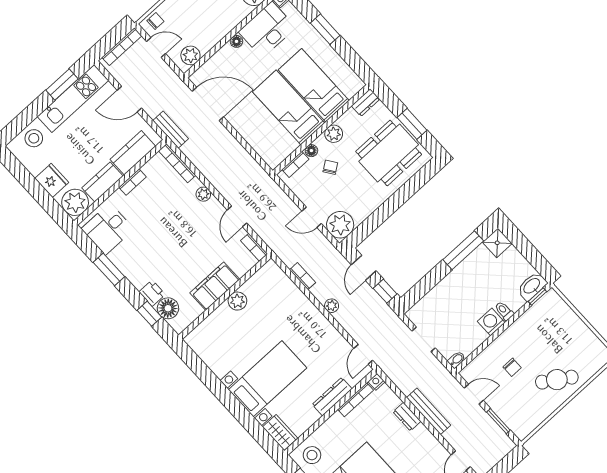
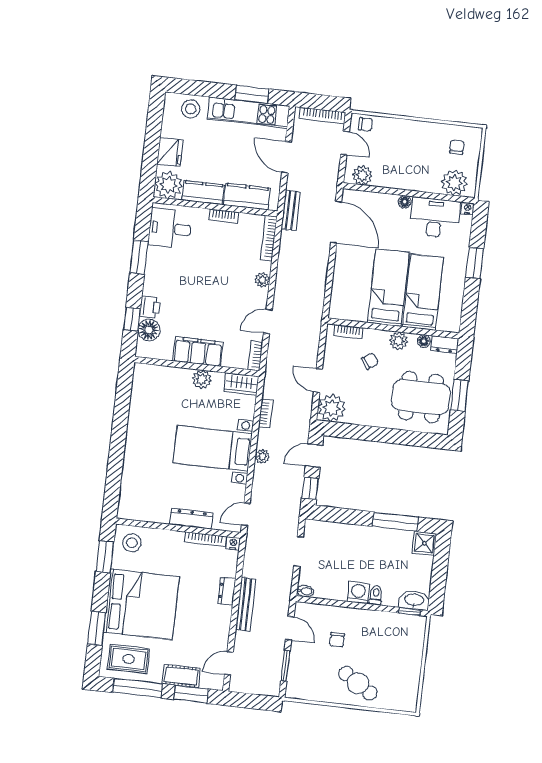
floor lamp: (311, 151) -> (424, 341), moved
bed with nightstands: (268, 379) -> (213, 448), moved, turned 180
wardrobe: (280, 432) -> (241, 384), moved, turned 90

